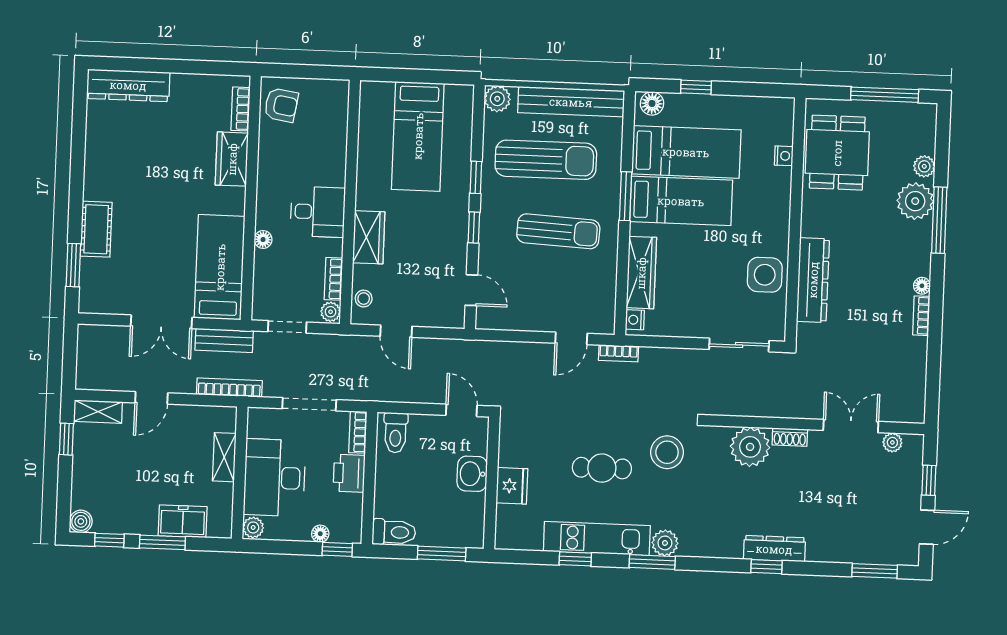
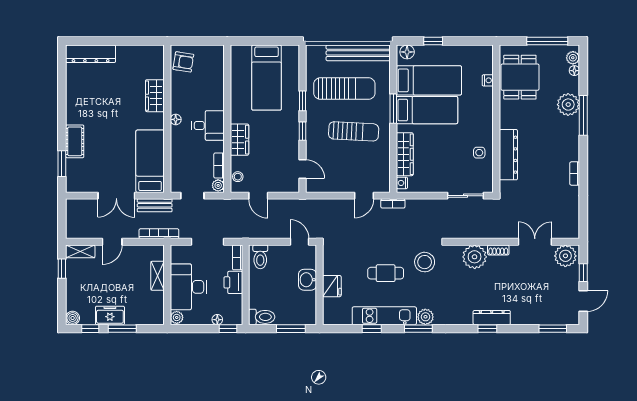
plant: (497, 99) -> (314, 53), removed
bookcase: (241, 109) -> (159, 65), removed
plant: (924, 166) -> (573, 58), moved
floor lamp: (263, 239) -> (176, 119), moved
side table: (765, 275) -> (479, 153), width x0.54, depth x0.54
floor lamp: (922, 286) -> (574, 71), moved
plant: (892, 442) -> (565, 256), width x1.87, depth x1.87
freezer: (183, 521) -> (110, 315), moved

